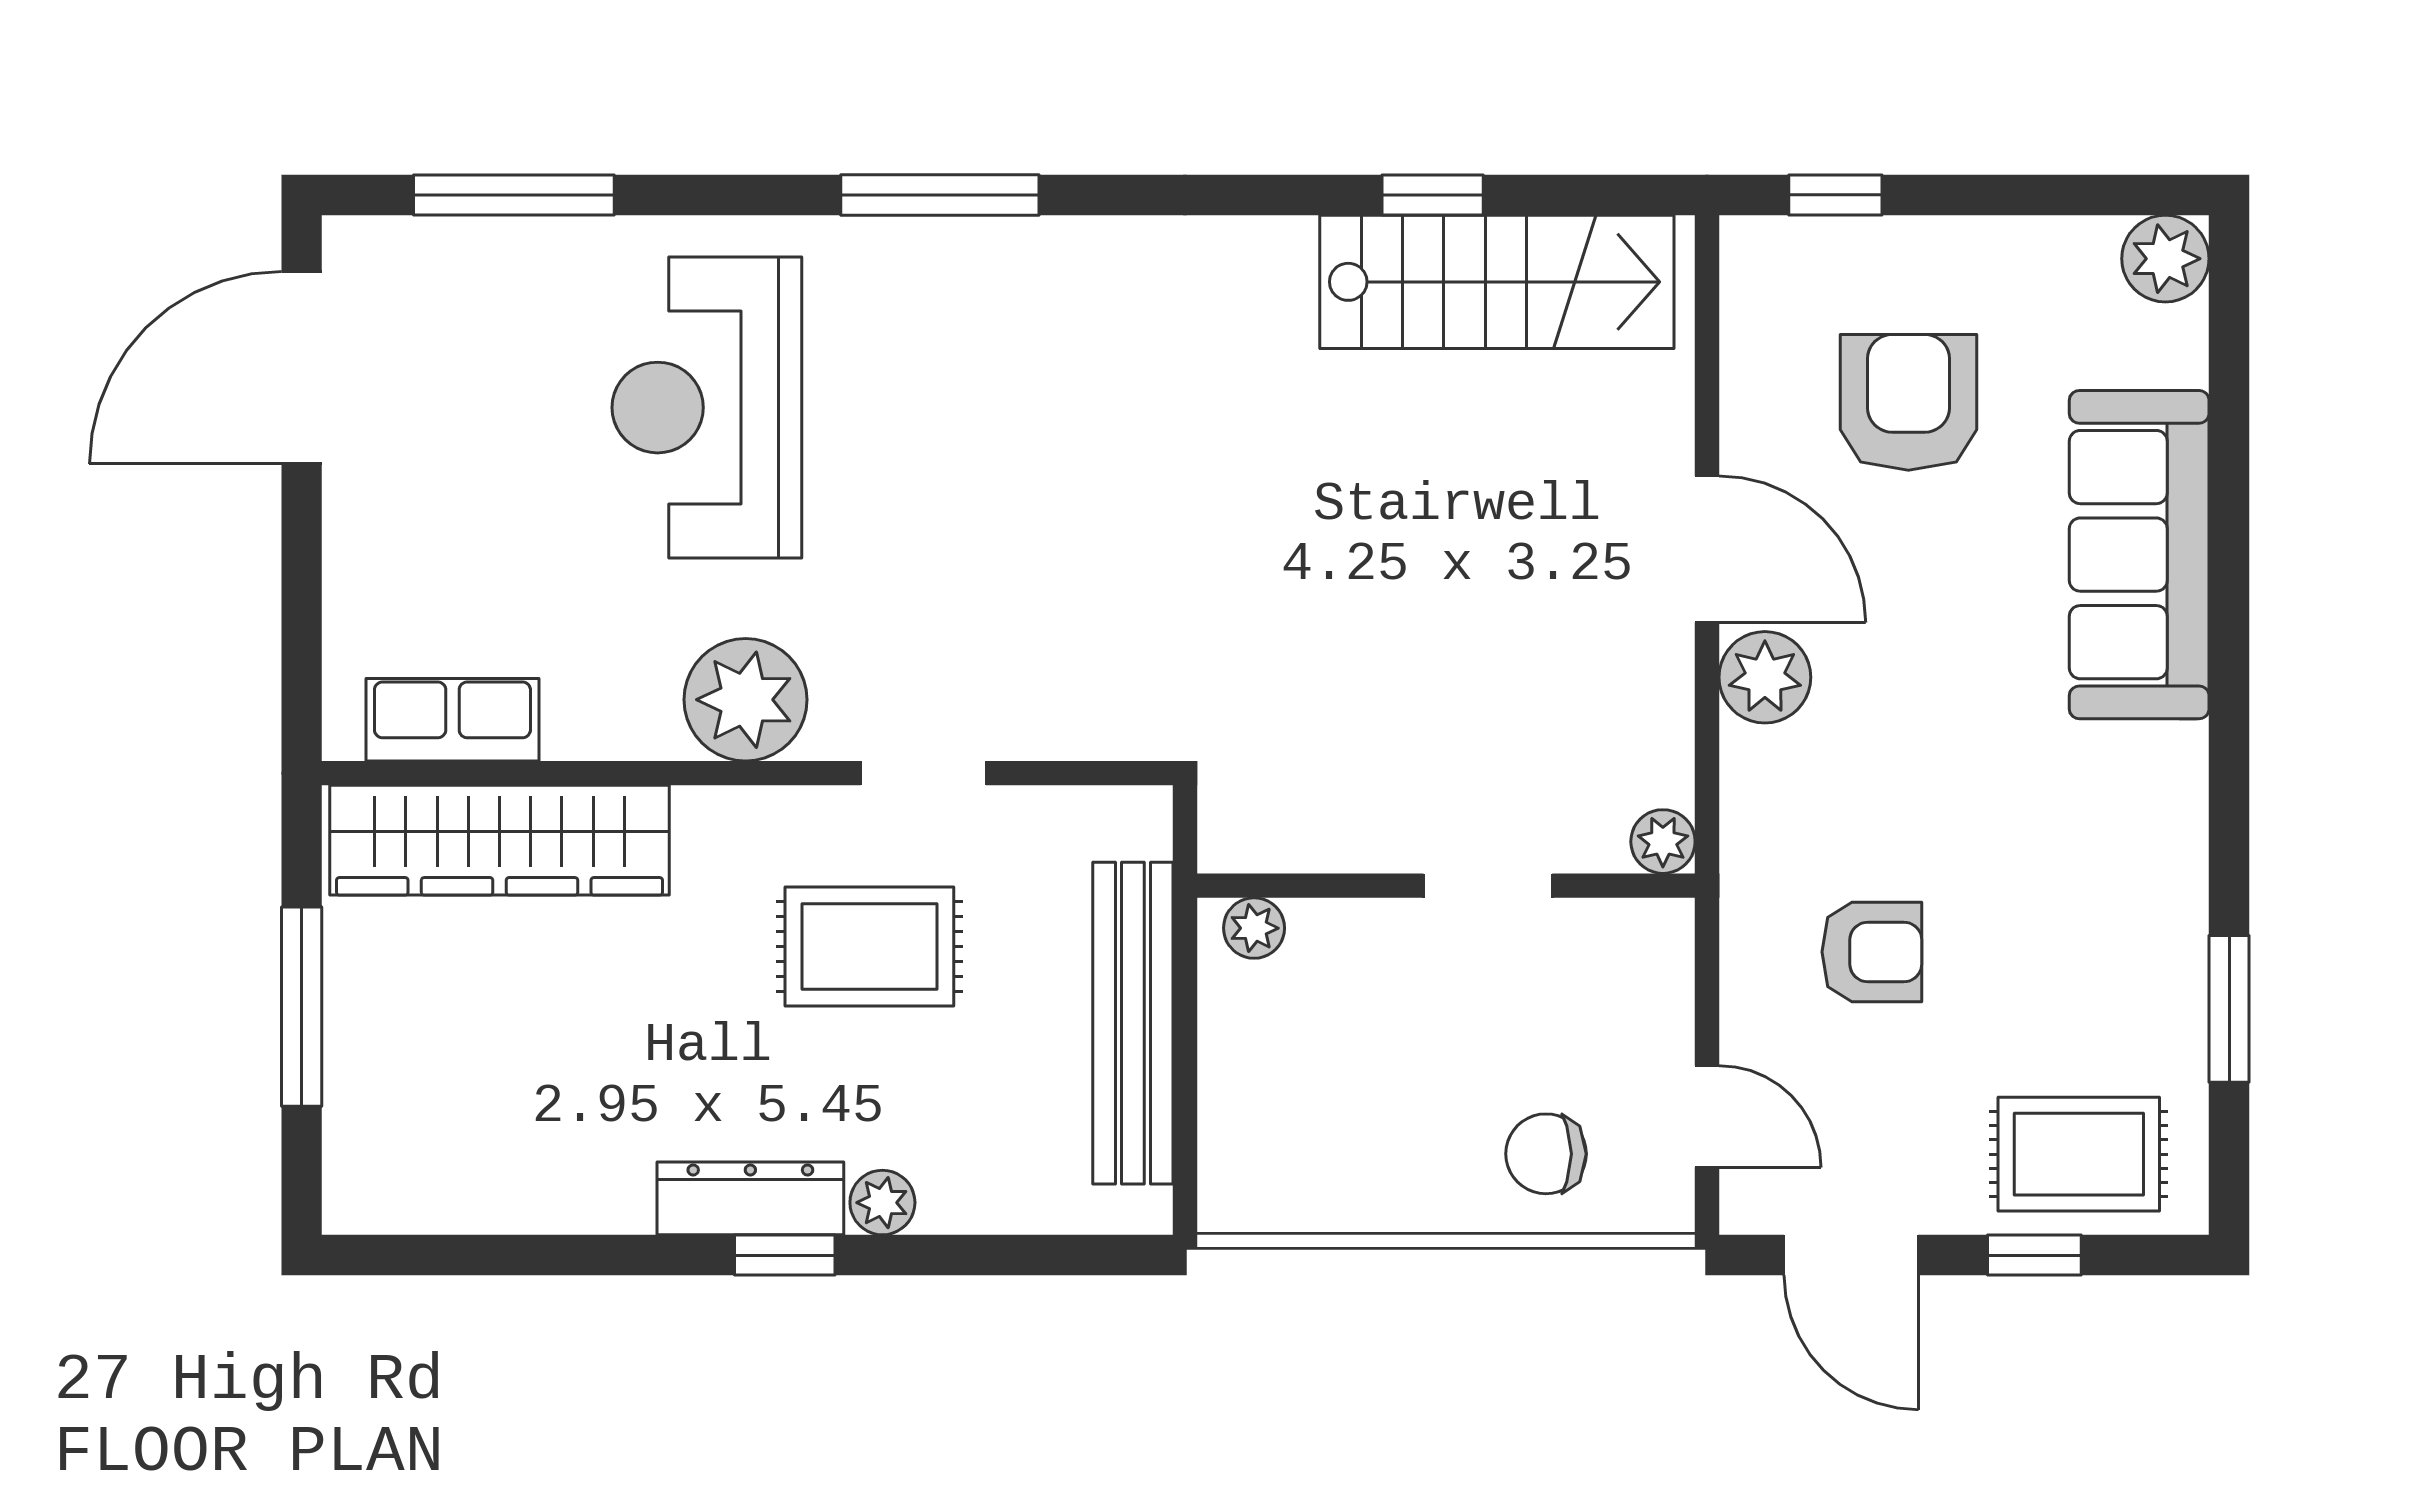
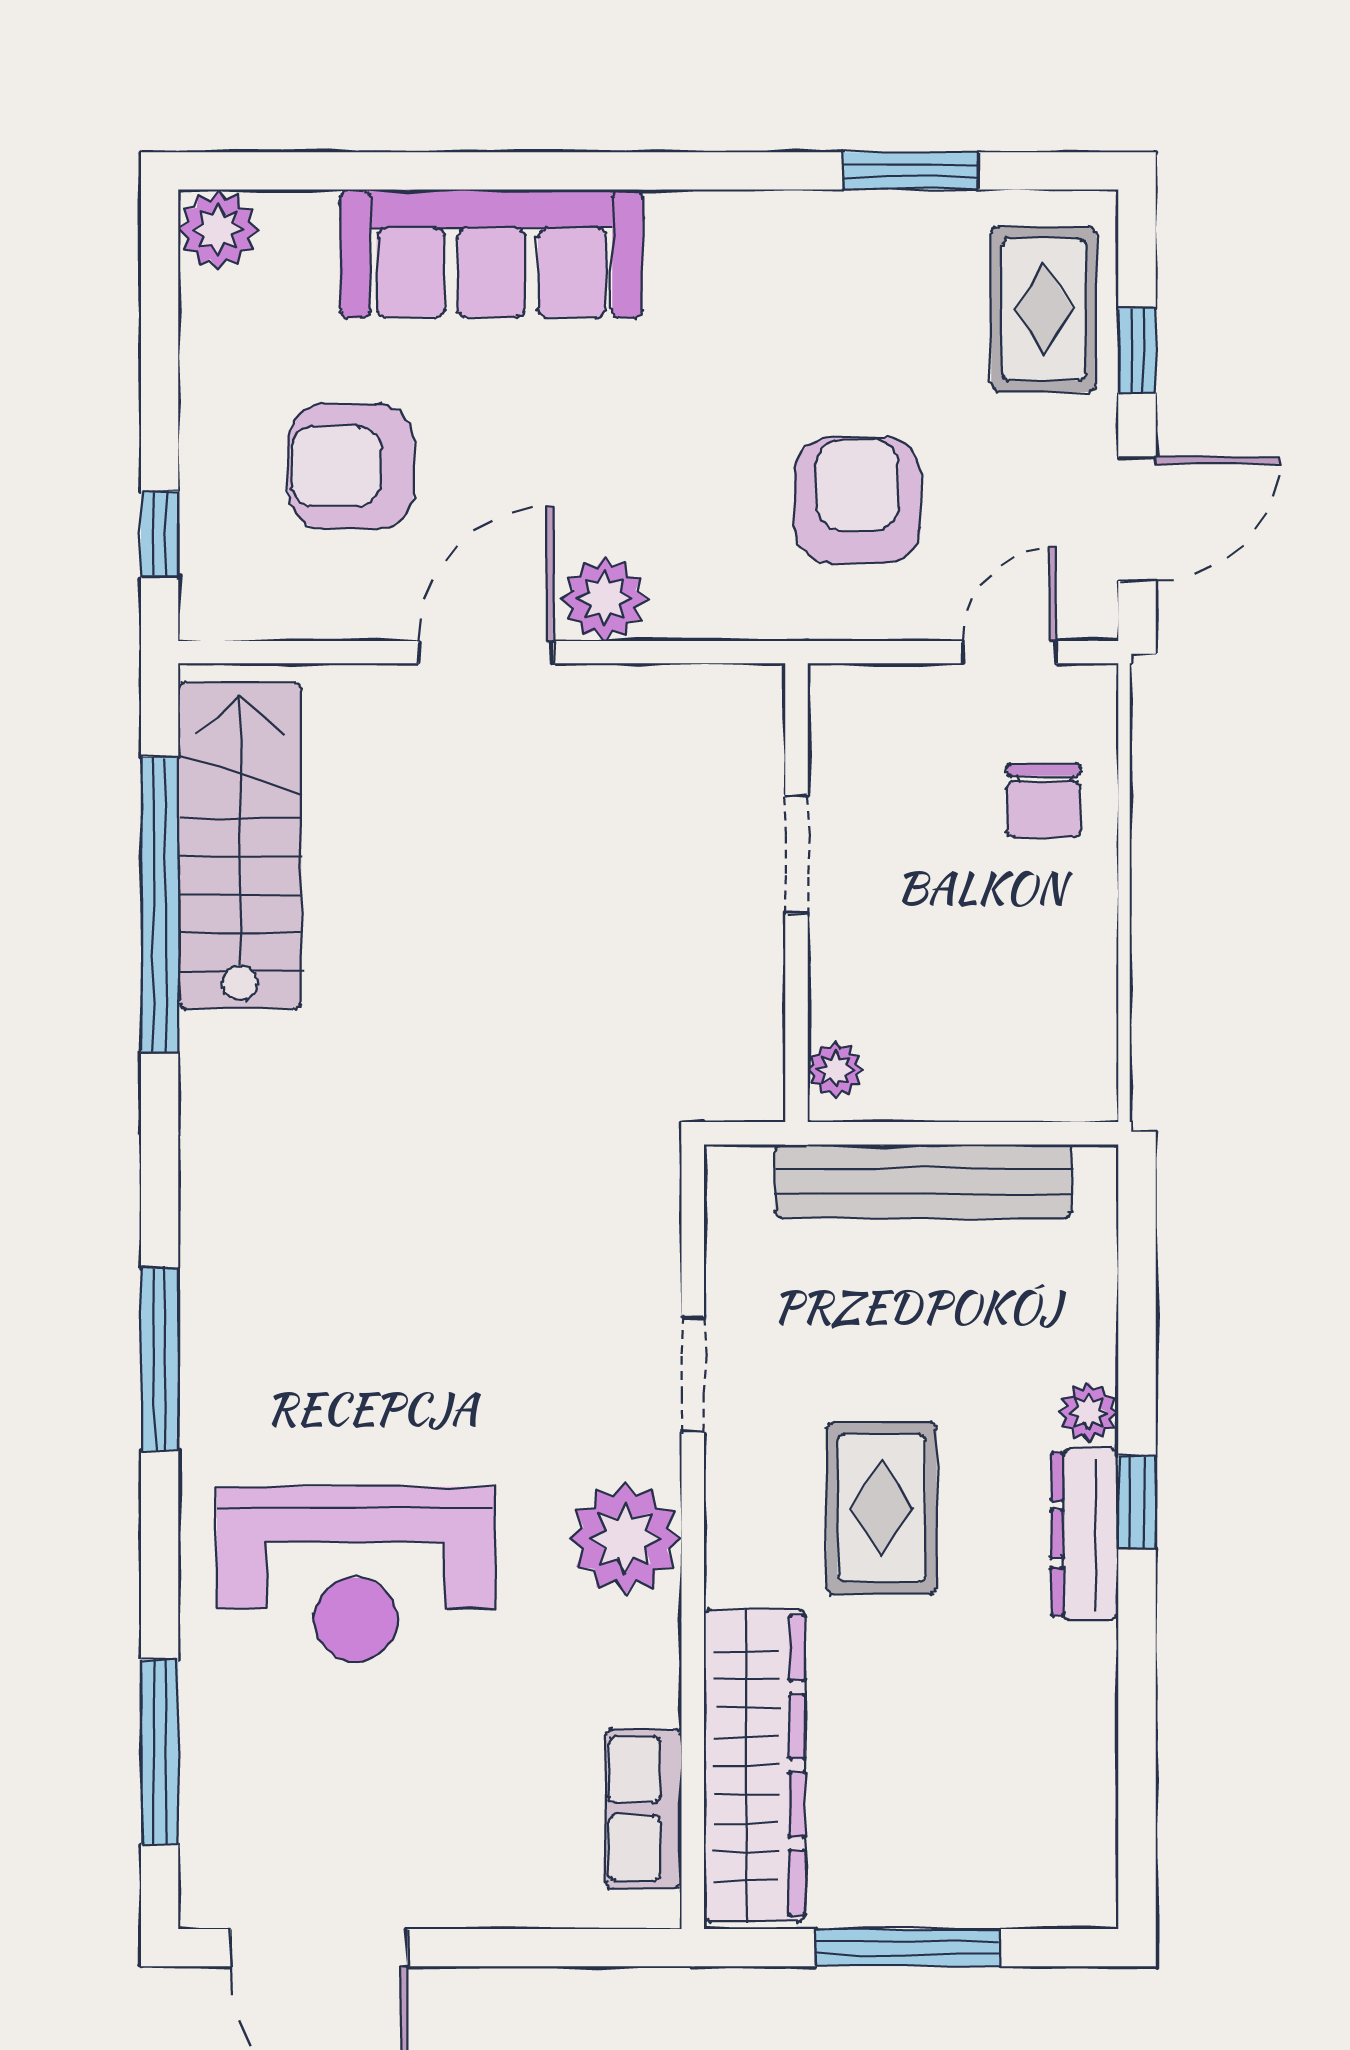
window: (1433, 195) -> (160, 905), width x3.17
plant: (1663, 842) -> (756, 693), removed
rug: (869, 946) -> (882, 1508), moved
armchair: (1872, 952) -> (858, 500), width x1.38, depth x1.38

